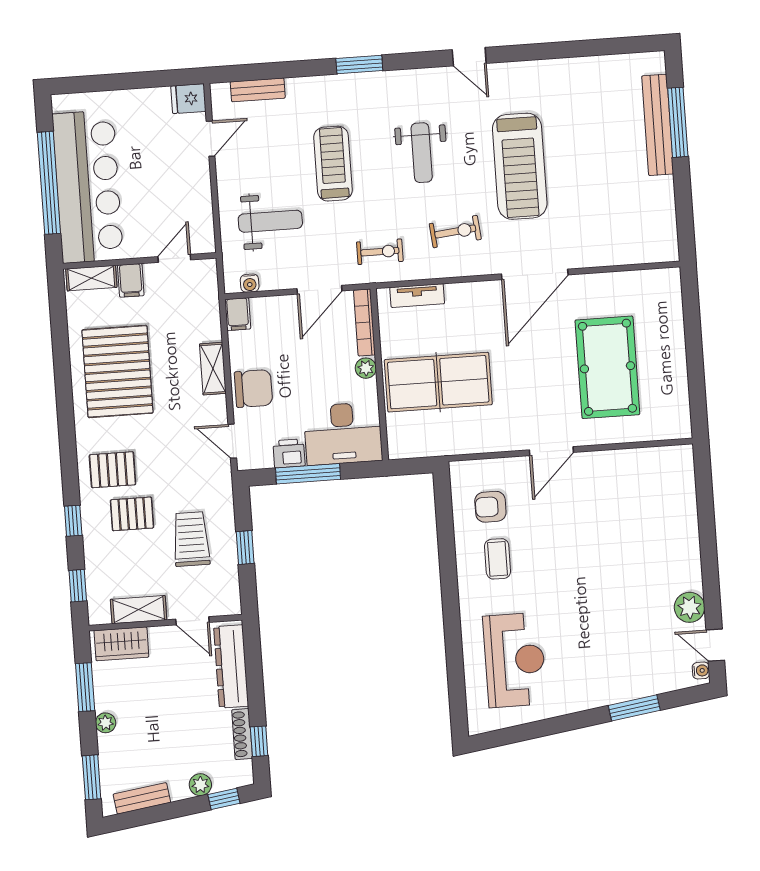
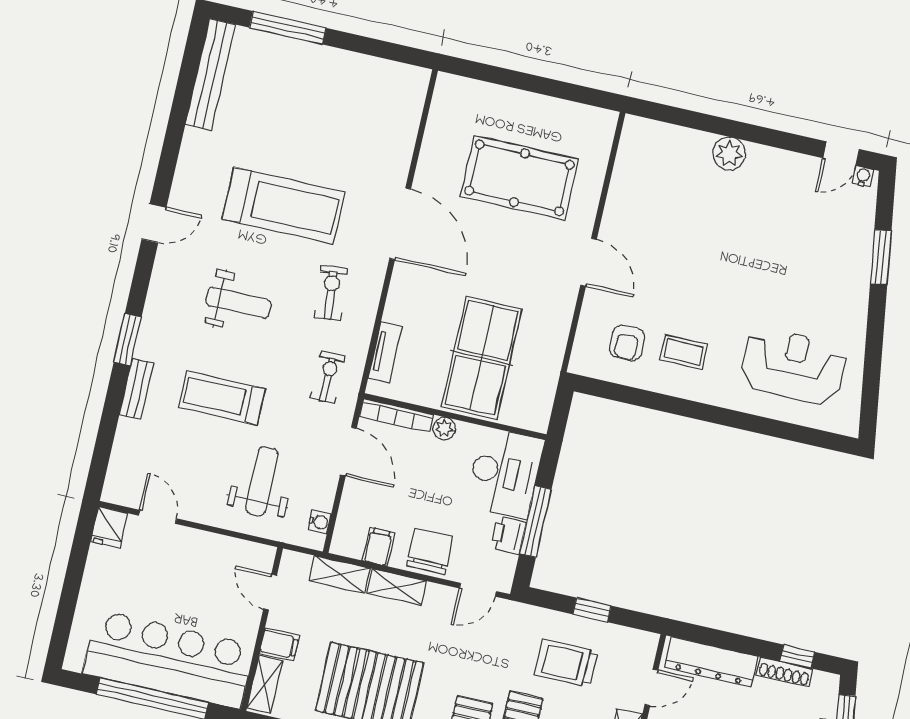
bench: (258, 90) -> (136, 389), moved
bench: (658, 125) -> (210, 74), moved, turned 90
filing cabinet: (238, 314) -> (378, 547), moved, turned -90
shelving: (209, 315) -> (339, 574), added
plant: (690, 607) -> (729, 154), moved

